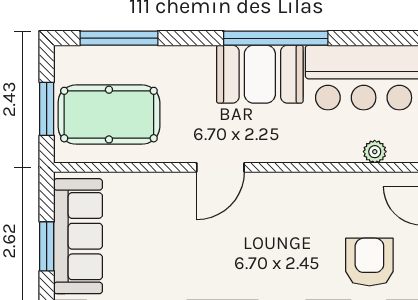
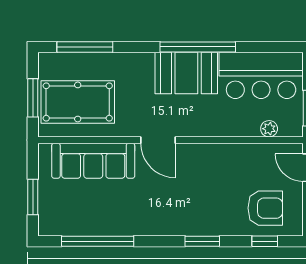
door: (220, 167) -> (158, 140), hinge flipped
sofa: (78, 236) -> (93, 161), moved, turned 90
armchair: (369, 262) -> (265, 208), turned 90

